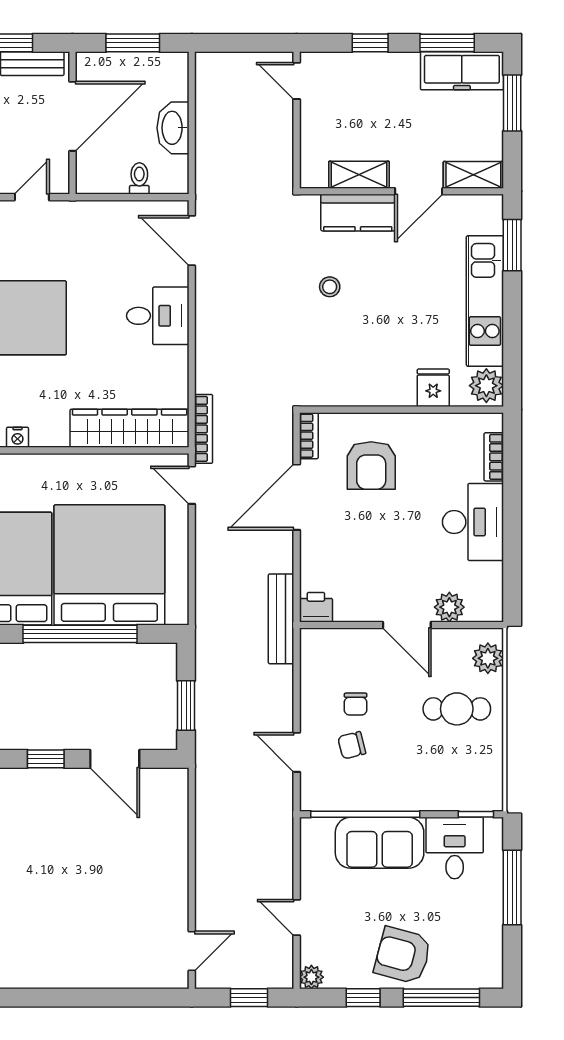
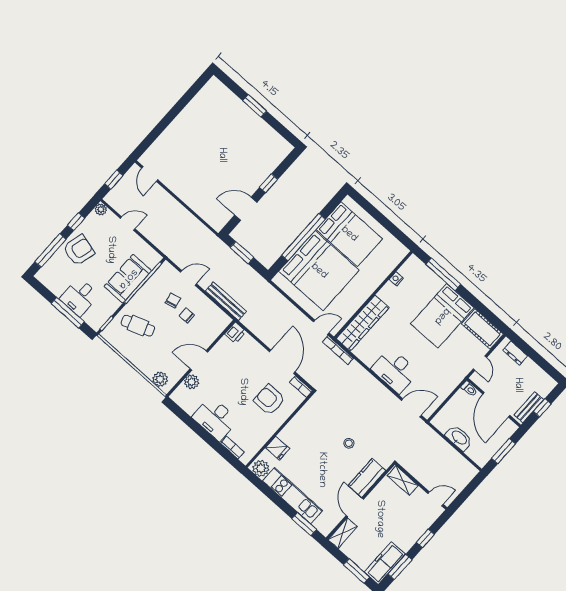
shelving: (359, 175) -> (403, 480), moved, turned 90
toilet: (139, 178) -> (469, 389), moved
desk: (158, 316) -> (395, 370), width x1.37
bench: (281, 619) -> (226, 301), moved
cafe table: (457, 709) -> (138, 326), moved, turned 70
desk: (455, 848) -> (79, 297), moved, turned 90

